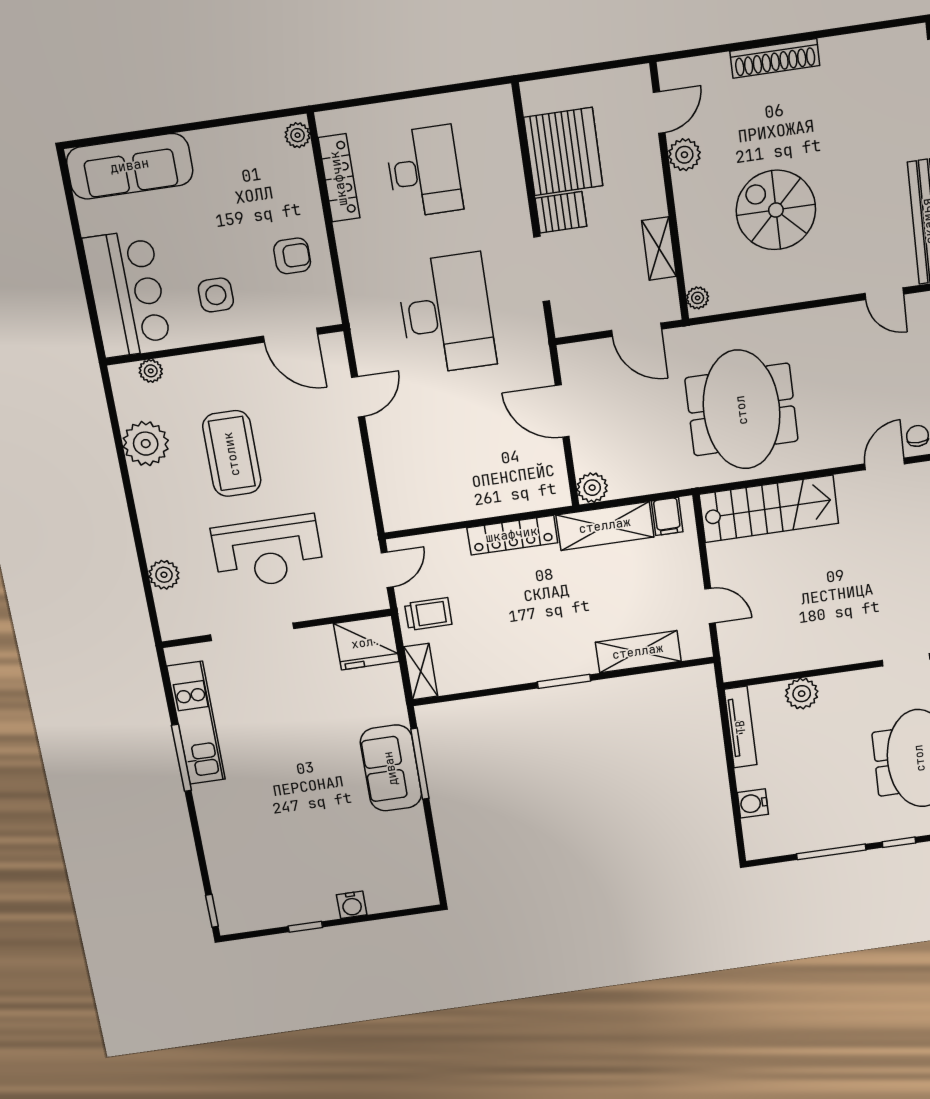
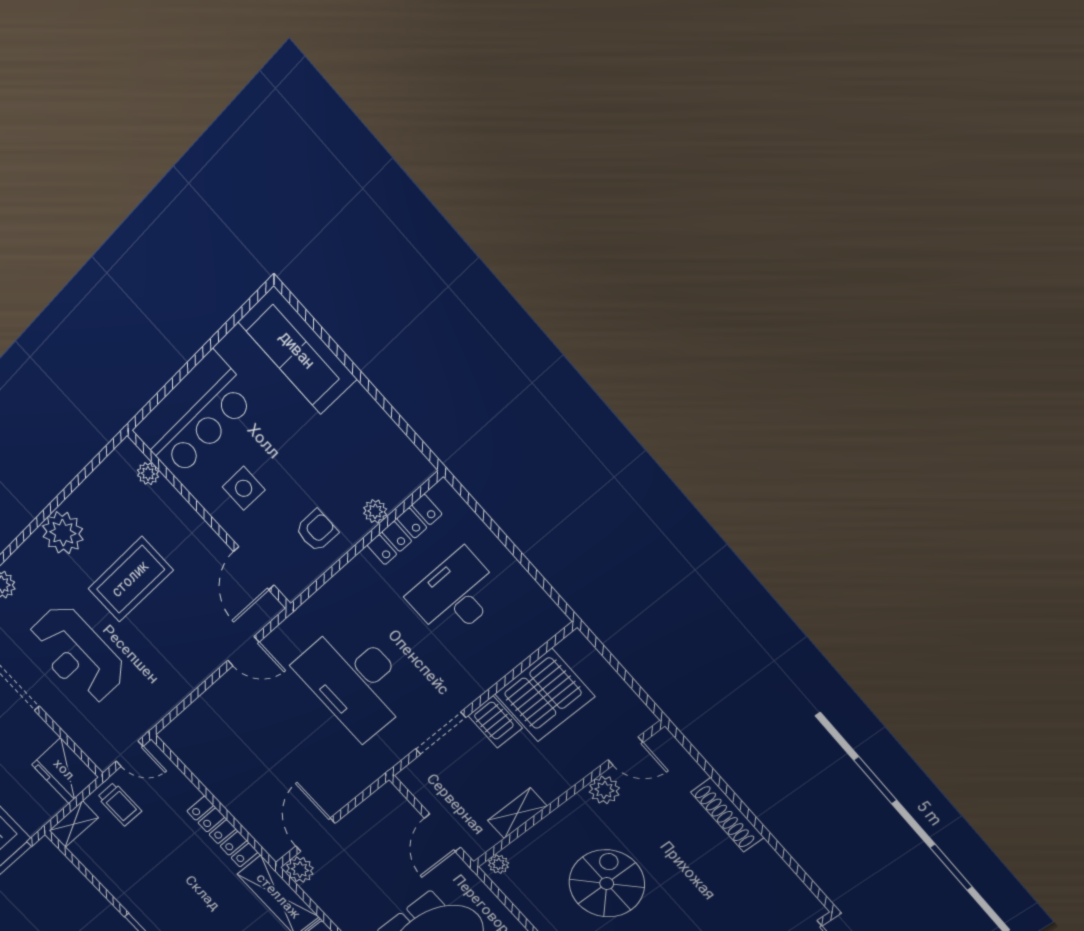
plant: (298, 135) -> (375, 511), moved
desk: (424, 171) -> (455, 595), turned 180
armchair: (292, 256) -> (317, 531), turned -90
desk: (446, 314) -> (355, 681), turned 90
door: (562, 411) -> (315, 835), moved
plant: (146, 444) -> (63, 533), moved

